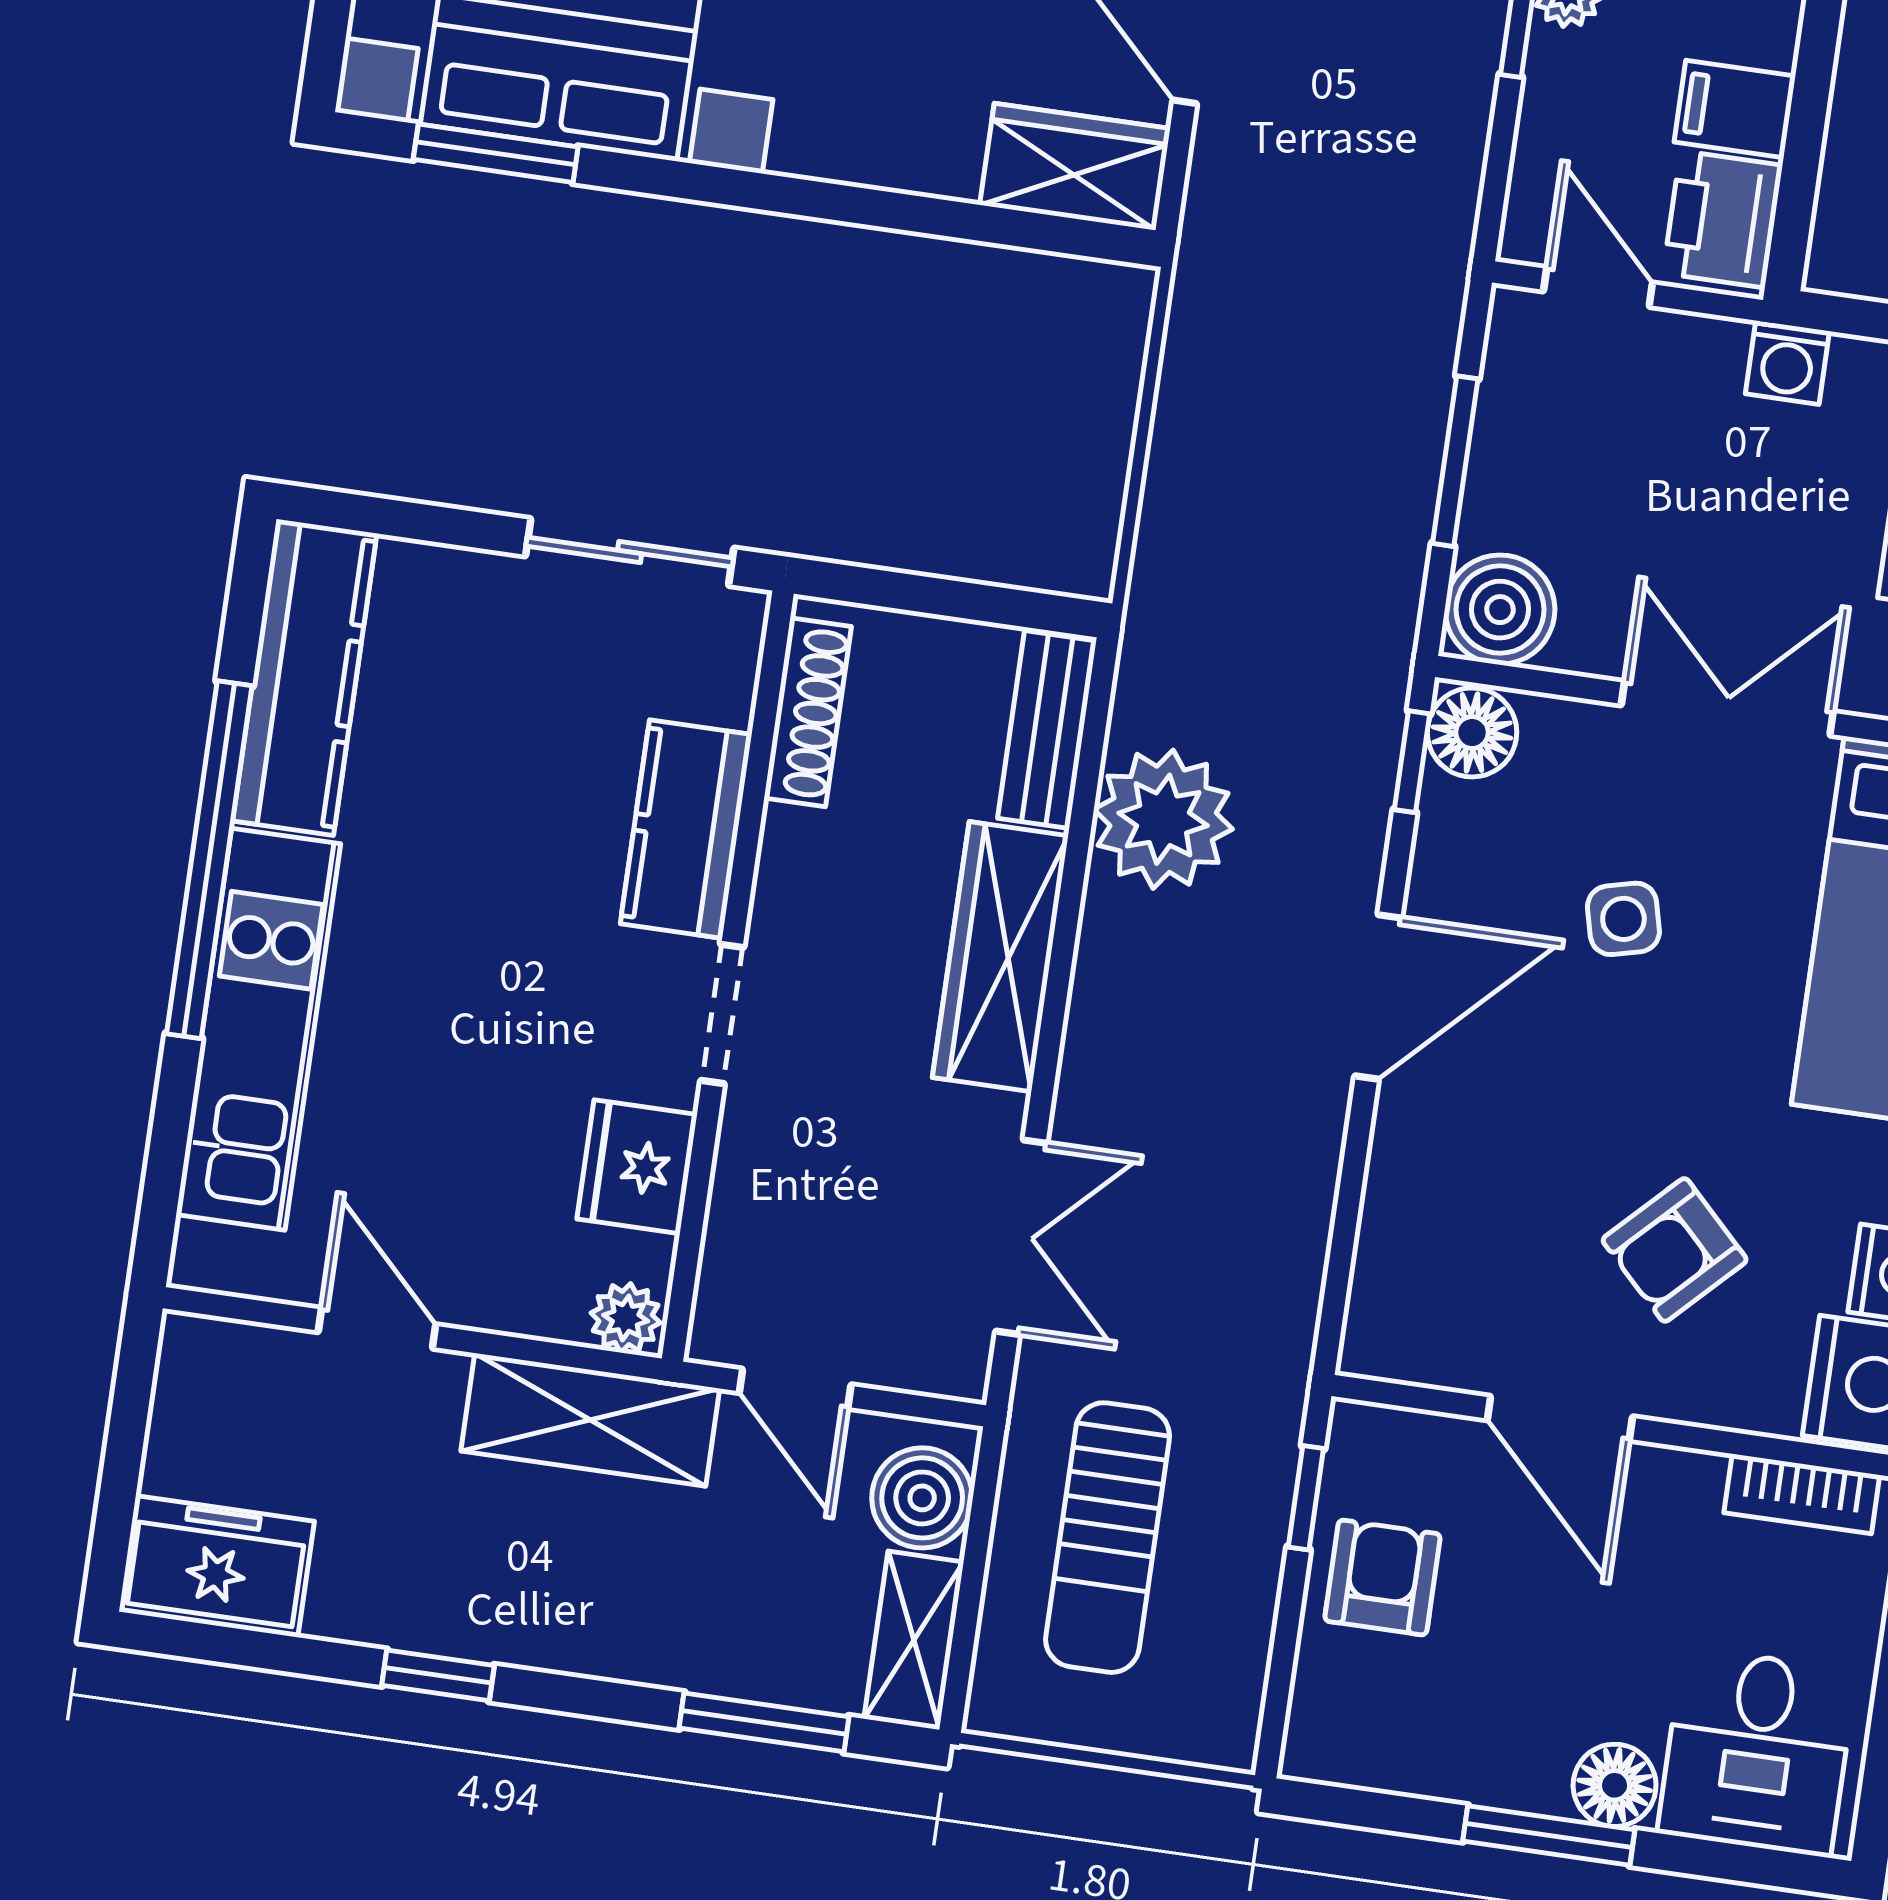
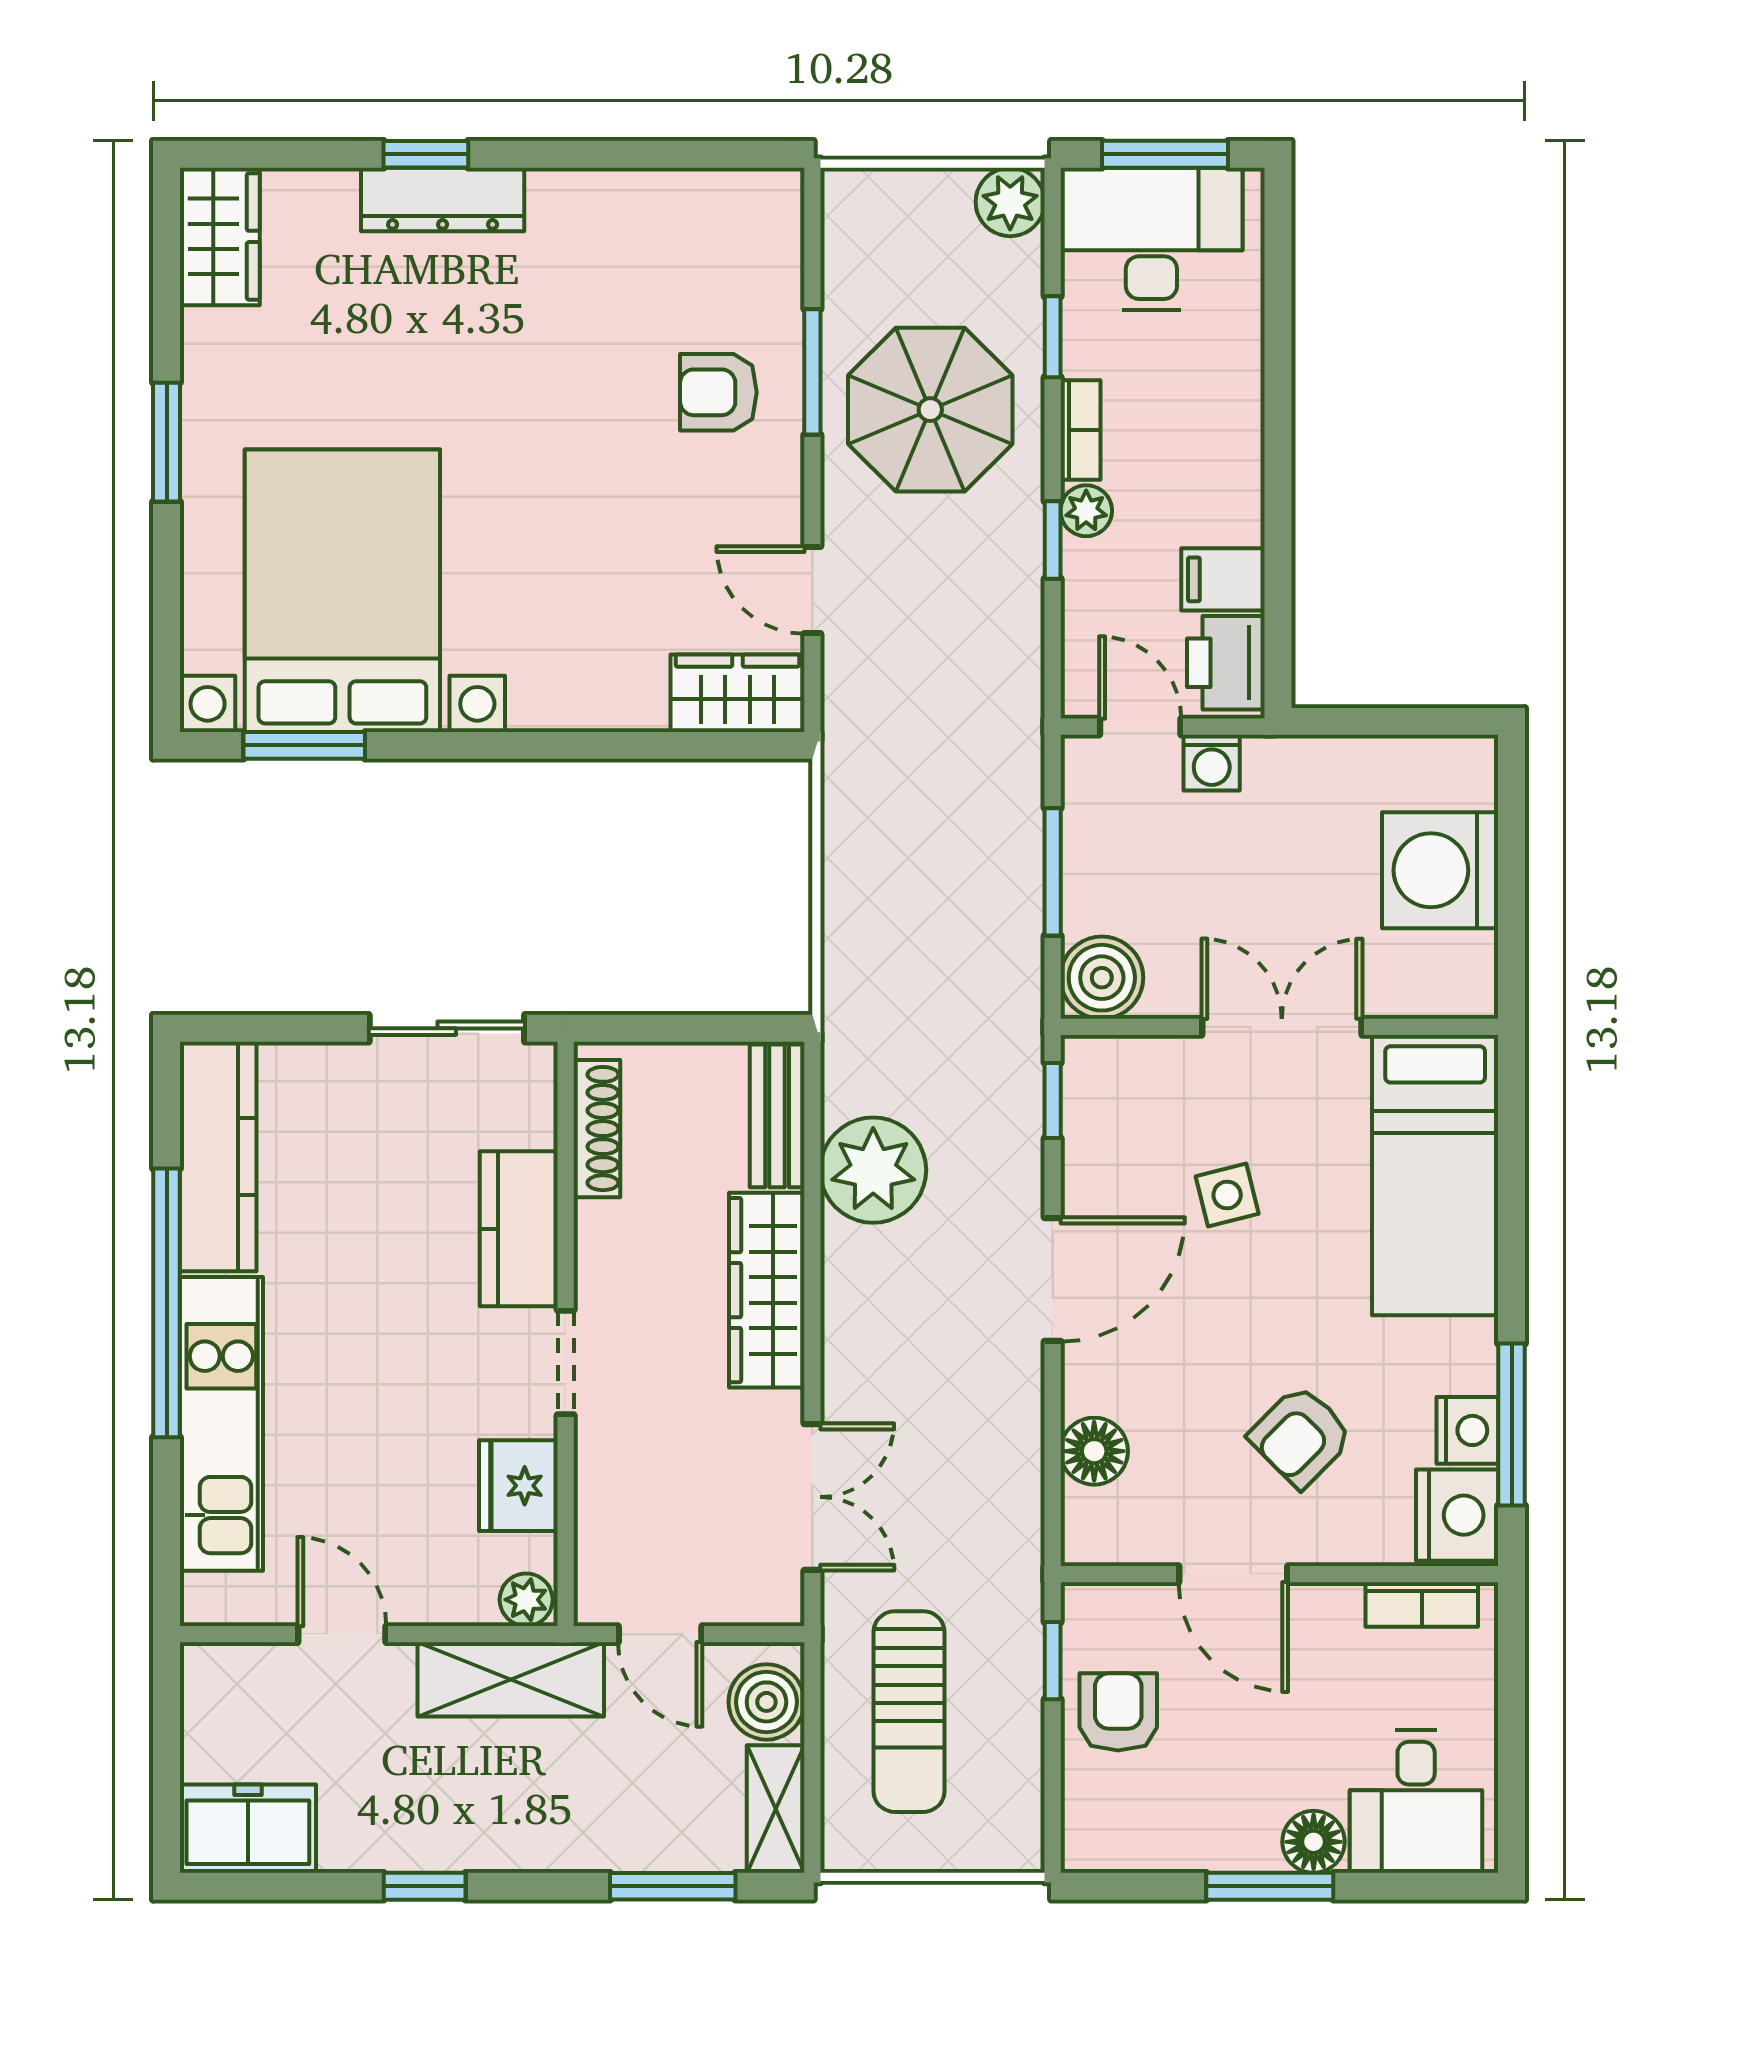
washing machine: (1787, 363) -> (1212, 763), moved
floor lamp: (1472, 732) -> (1094, 1451), moved

